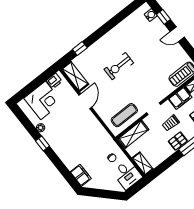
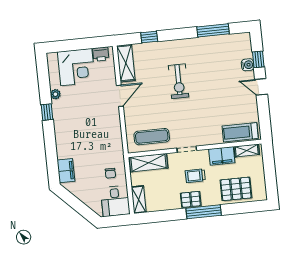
water cooler: (151, 15) -> (248, 65), moved
window: (120, 17) -> (213, 30), added
exercise bike: (119, 66) -> (179, 81), turned -90

